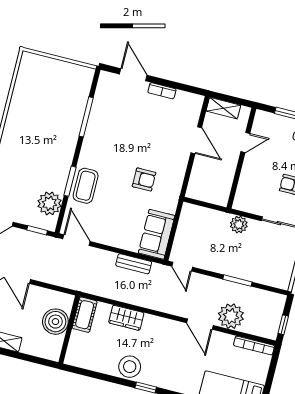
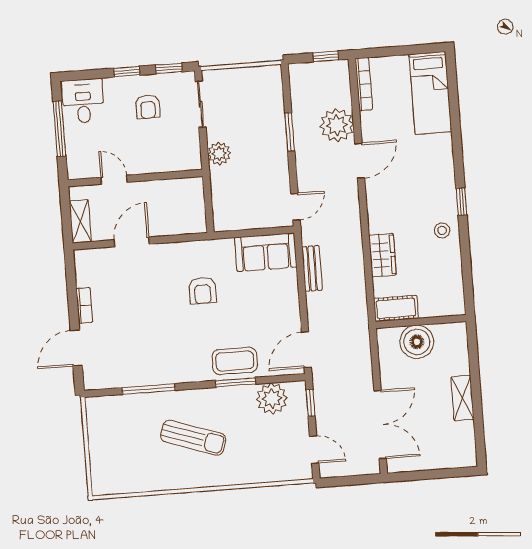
sun lounger: (40, 137) -> (193, 438), added
armchair: (144, 180) -> (203, 291), turned 180
stool: (130, 367) -> (442, 230), width x0.53, depth x0.53

